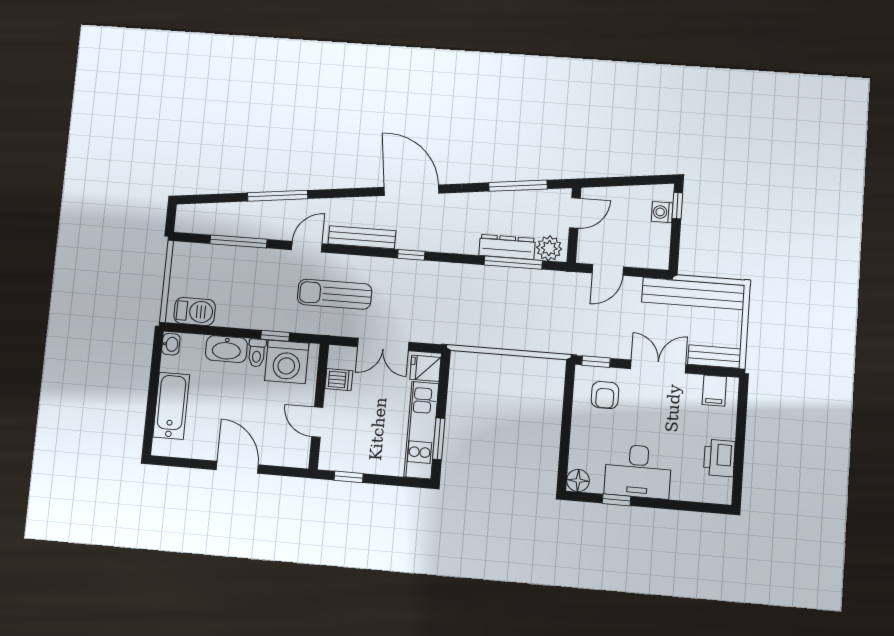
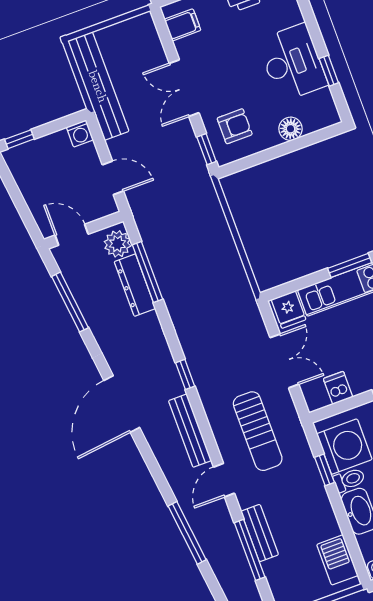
washing machine: (662, 212) -> (80, 134), moved
door: (307, 247) -> (224, 480), hinge flipped
bench: (714, 357) -> (260, 533), moved
floor lamp: (578, 481) -> (291, 129), moved

